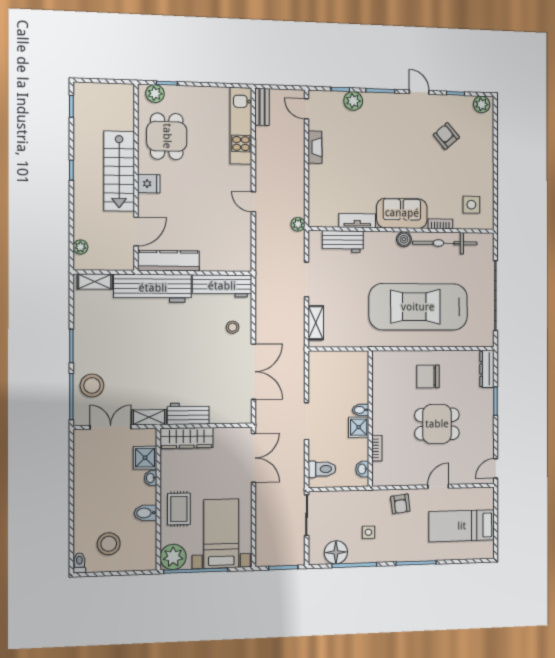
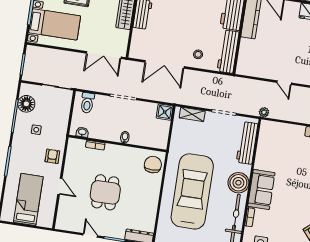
door: (253, 202) -> (284, 83), swing flipped
tv unit: (357, 221) -> (261, 156), removed
boiler: (404, 239) -> (238, 183), width x1.86, depth x1.86
workbench: (343, 242) -> (247, 143), width x1.38
chair: (428, 377) -> (153, 165), moved
shower: (359, 427) -> (165, 112), moved
door: (496, 468) -> (90, 235), moved
armchair: (400, 504) -> (52, 156), turned 97

